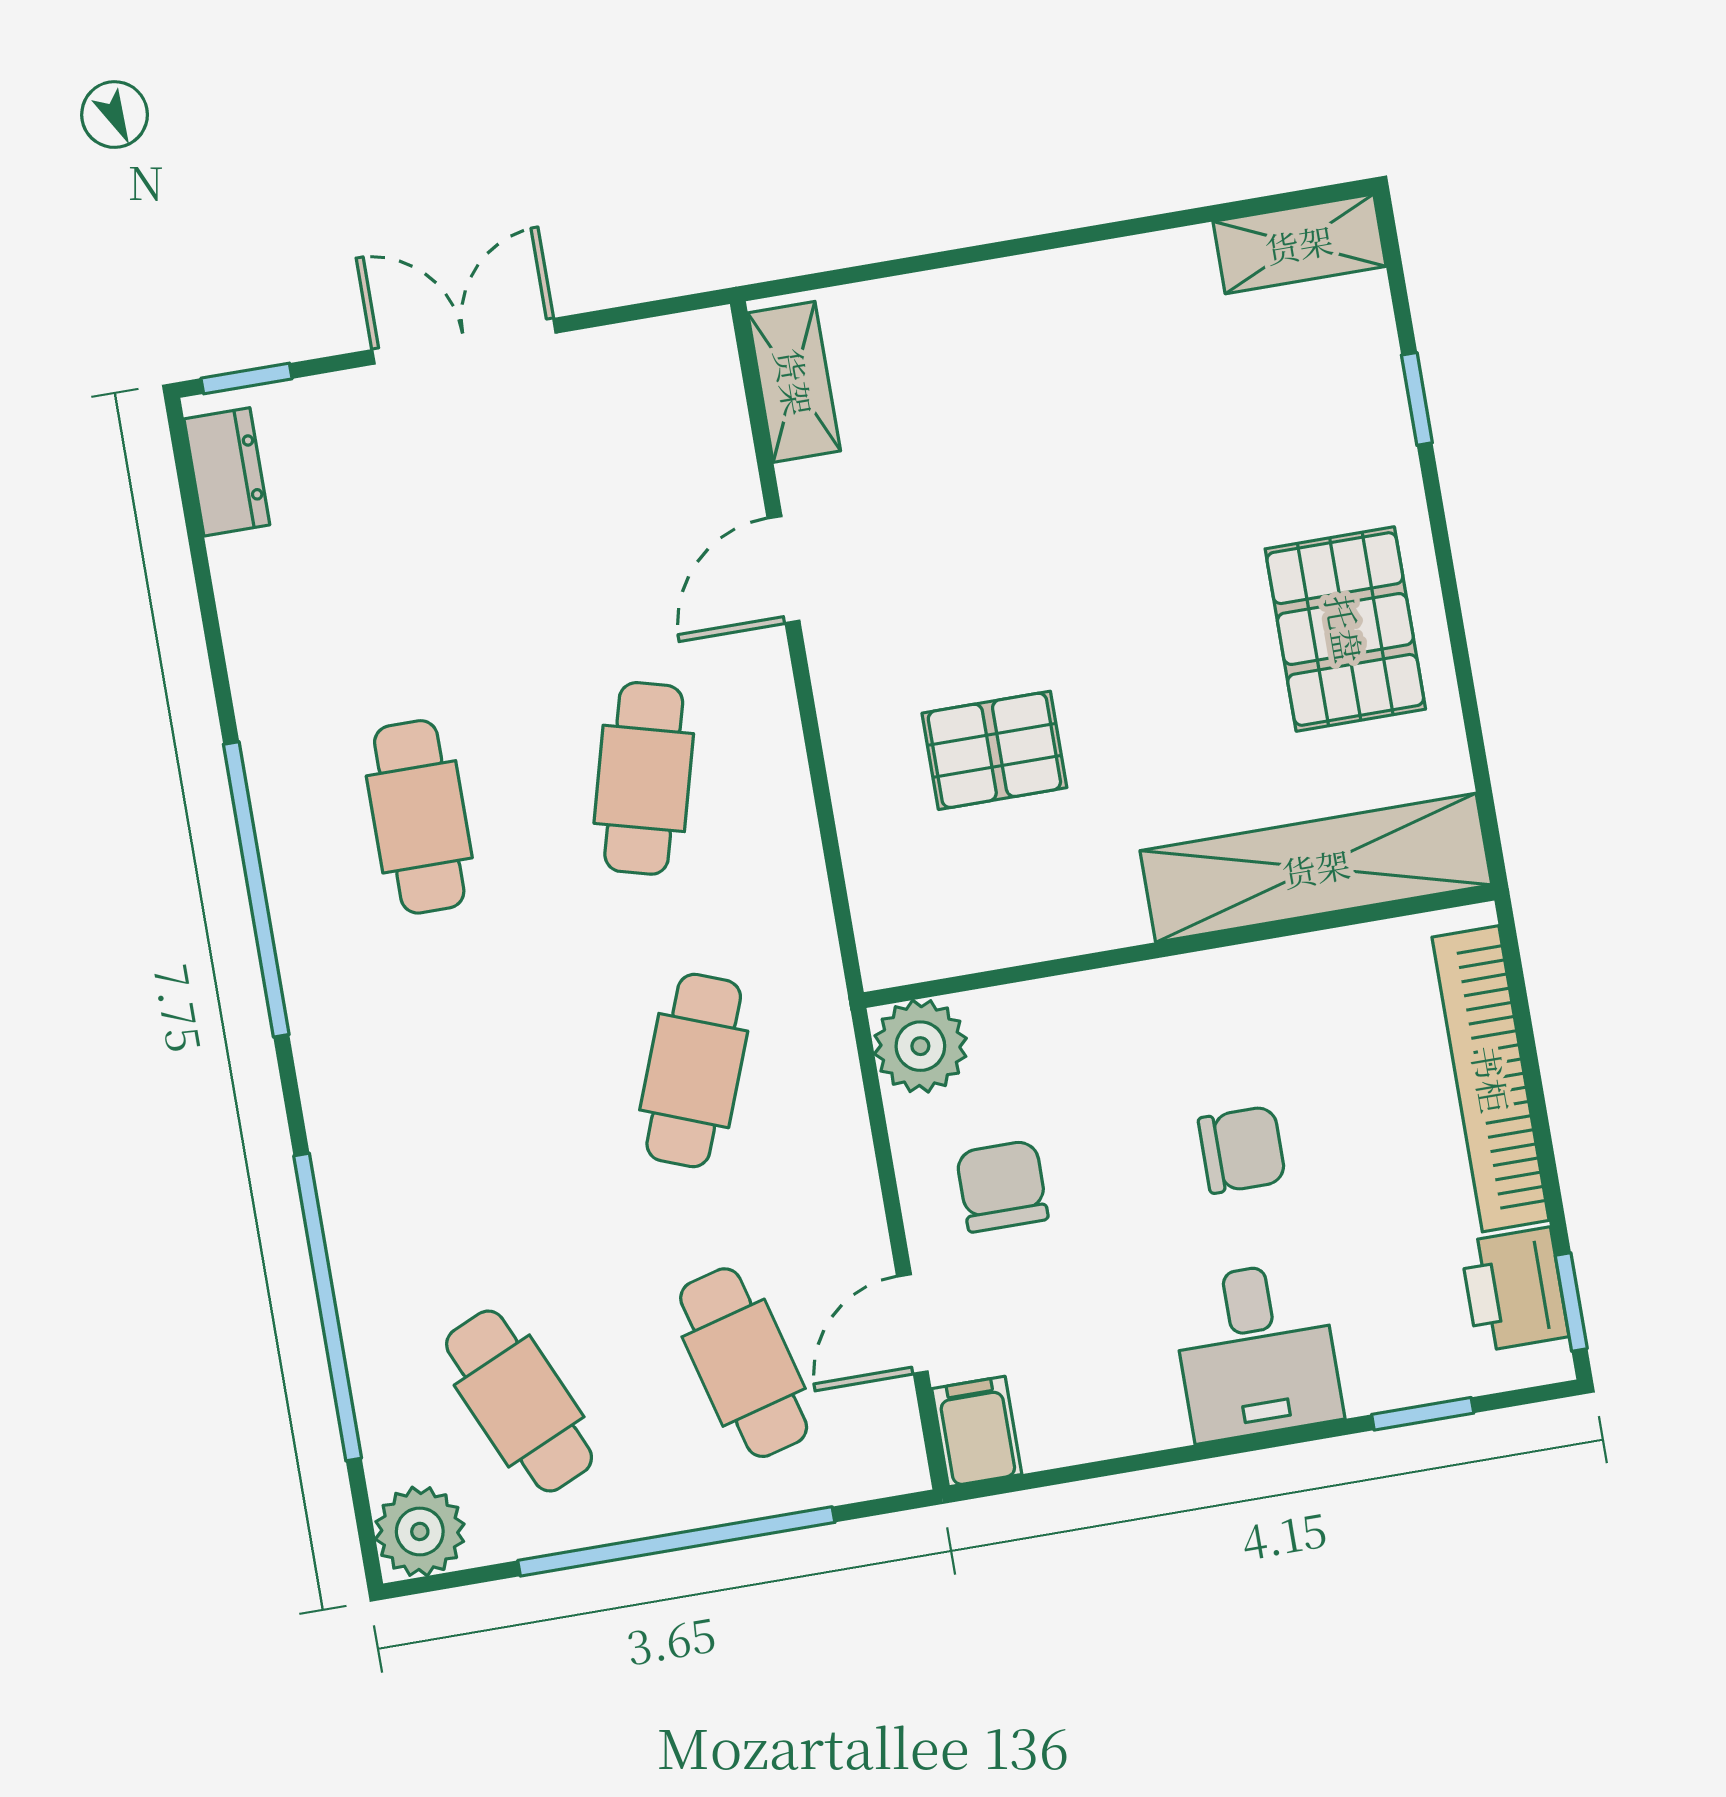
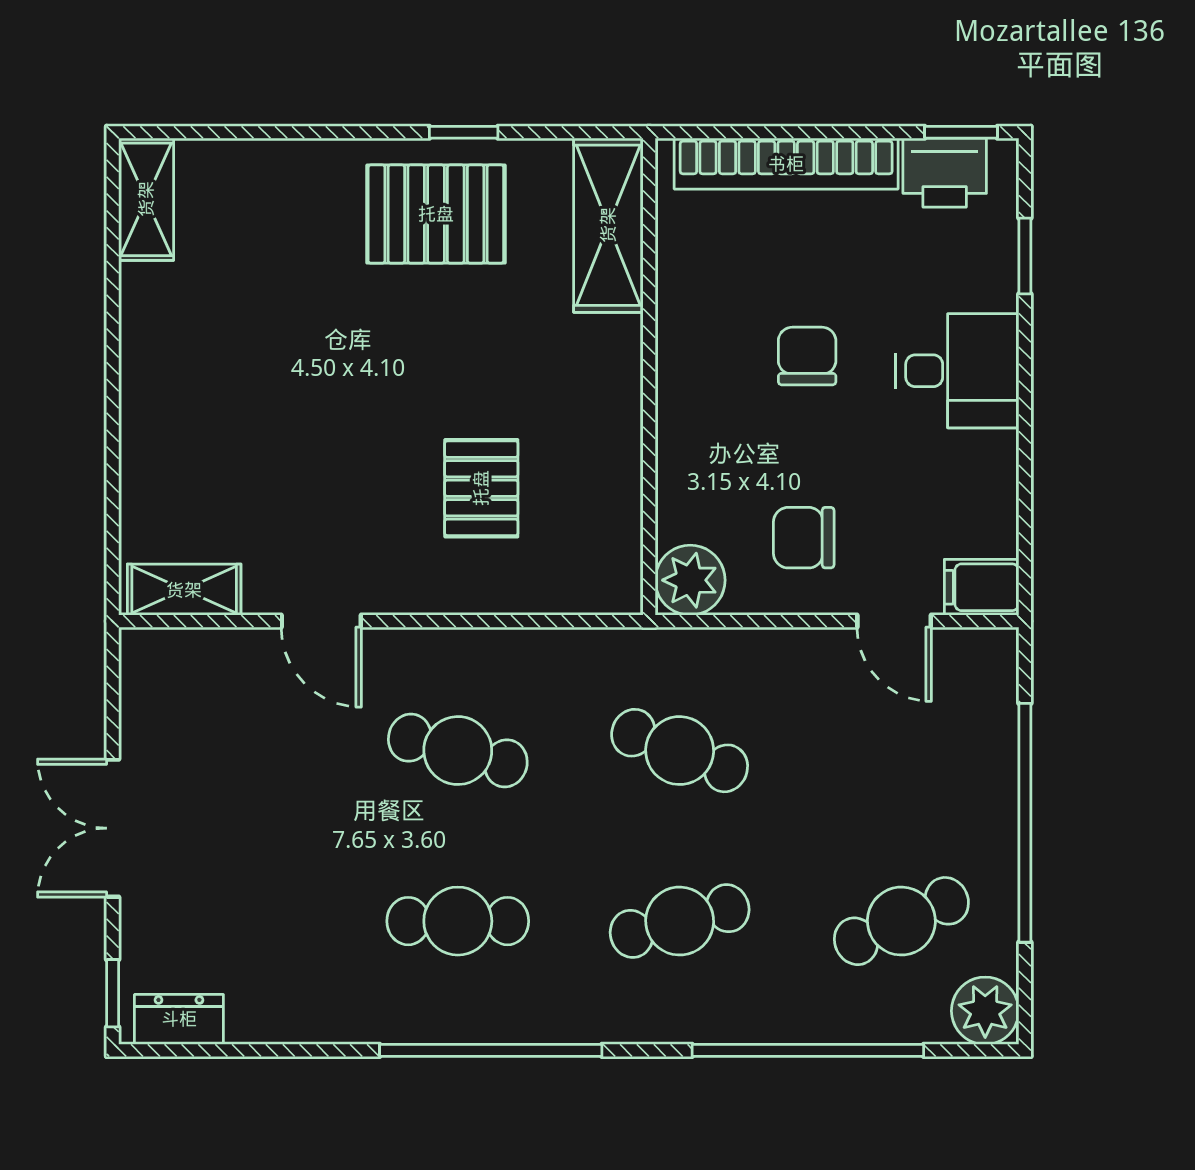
window: (1417, 399) -> (464, 132), moved
shelving: (1316, 868) -> (608, 225), width x0.68
cafe table: (744, 1363) -> (680, 921), moved

